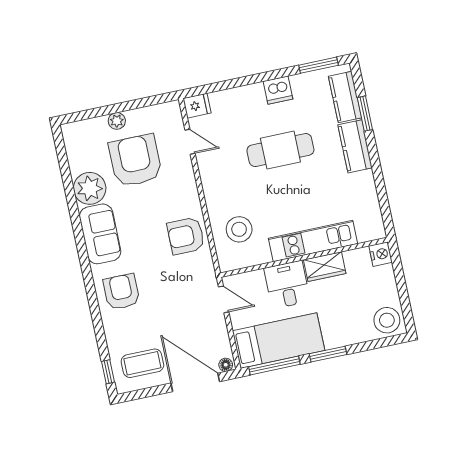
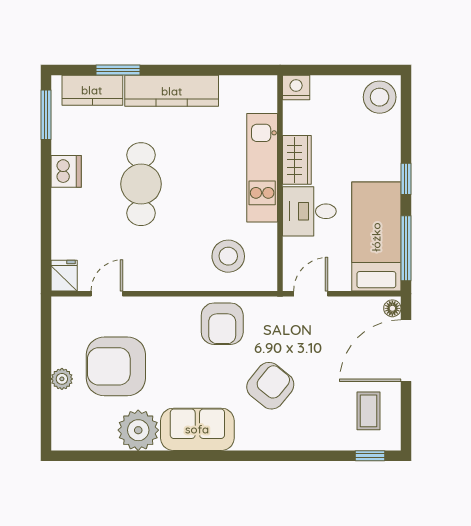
kitchen counter: (355, 146) -> (172, 91), width x1.50
armchair: (121, 292) -> (270, 386), moved, turned 129
window: (328, 354) -> (406, 179), width x0.67
coffee table: (142, 363) -> (369, 411), width x0.73, depth x0.77

